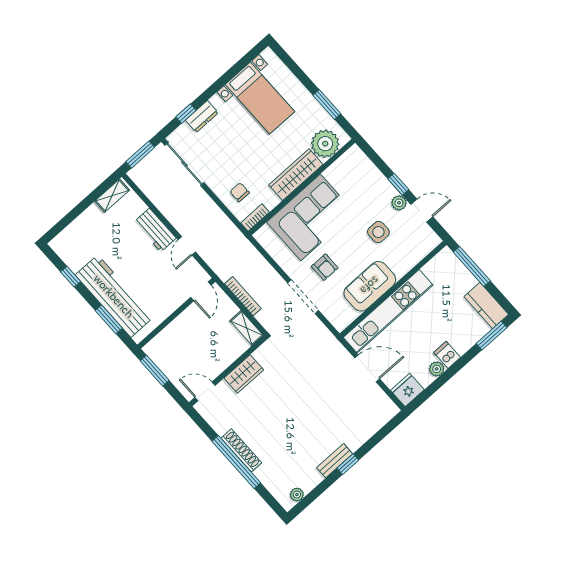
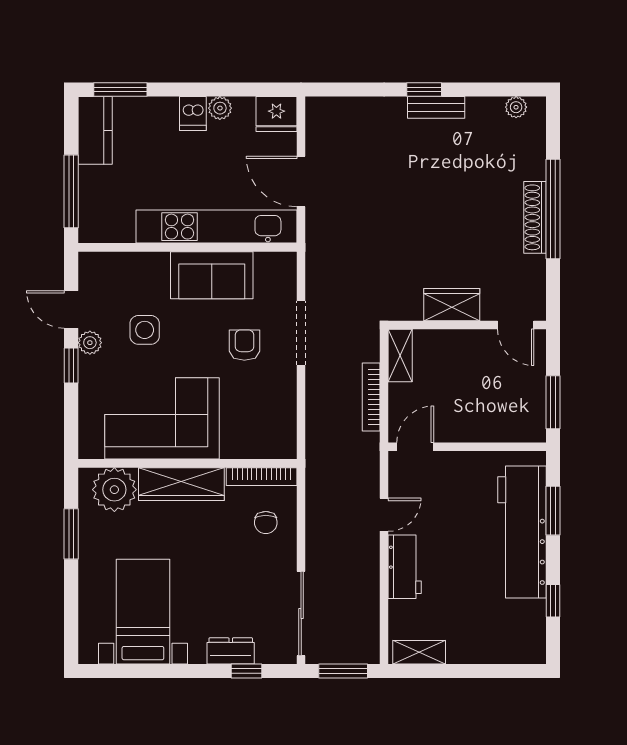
corner sofa: (311, 217) -> (162, 418), moved
bookcase: (255, 218) -> (262, 477), width x1.56

